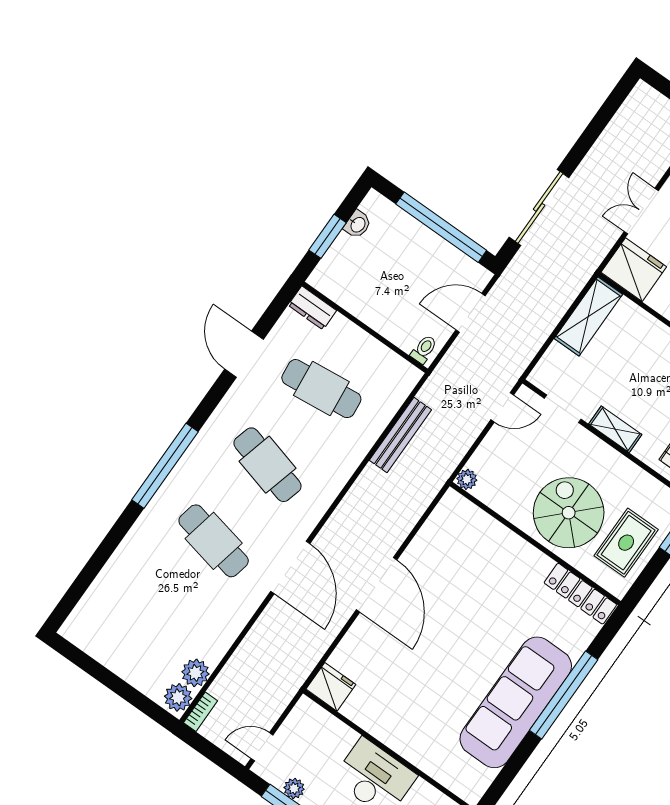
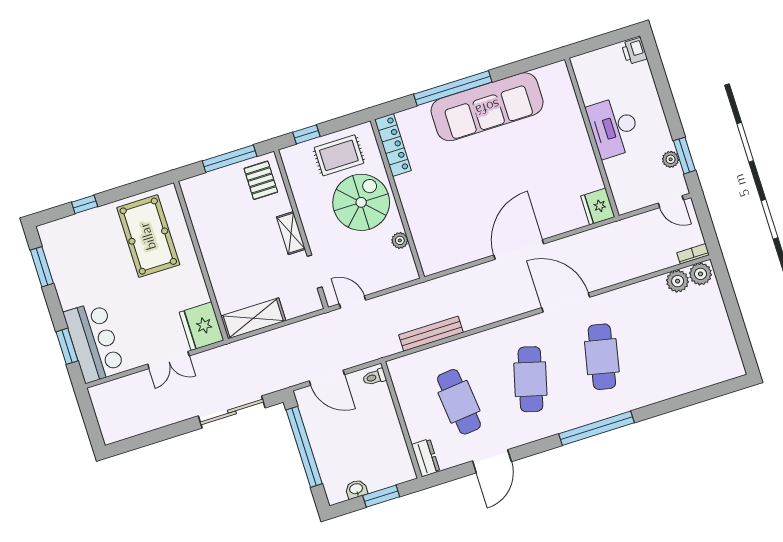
plant: (467, 479) -> (400, 240), moved
spiral stairs: (569, 513) -> (361, 202), turned 180
door: (290, 567) -> (566, 302), hinge flipped

